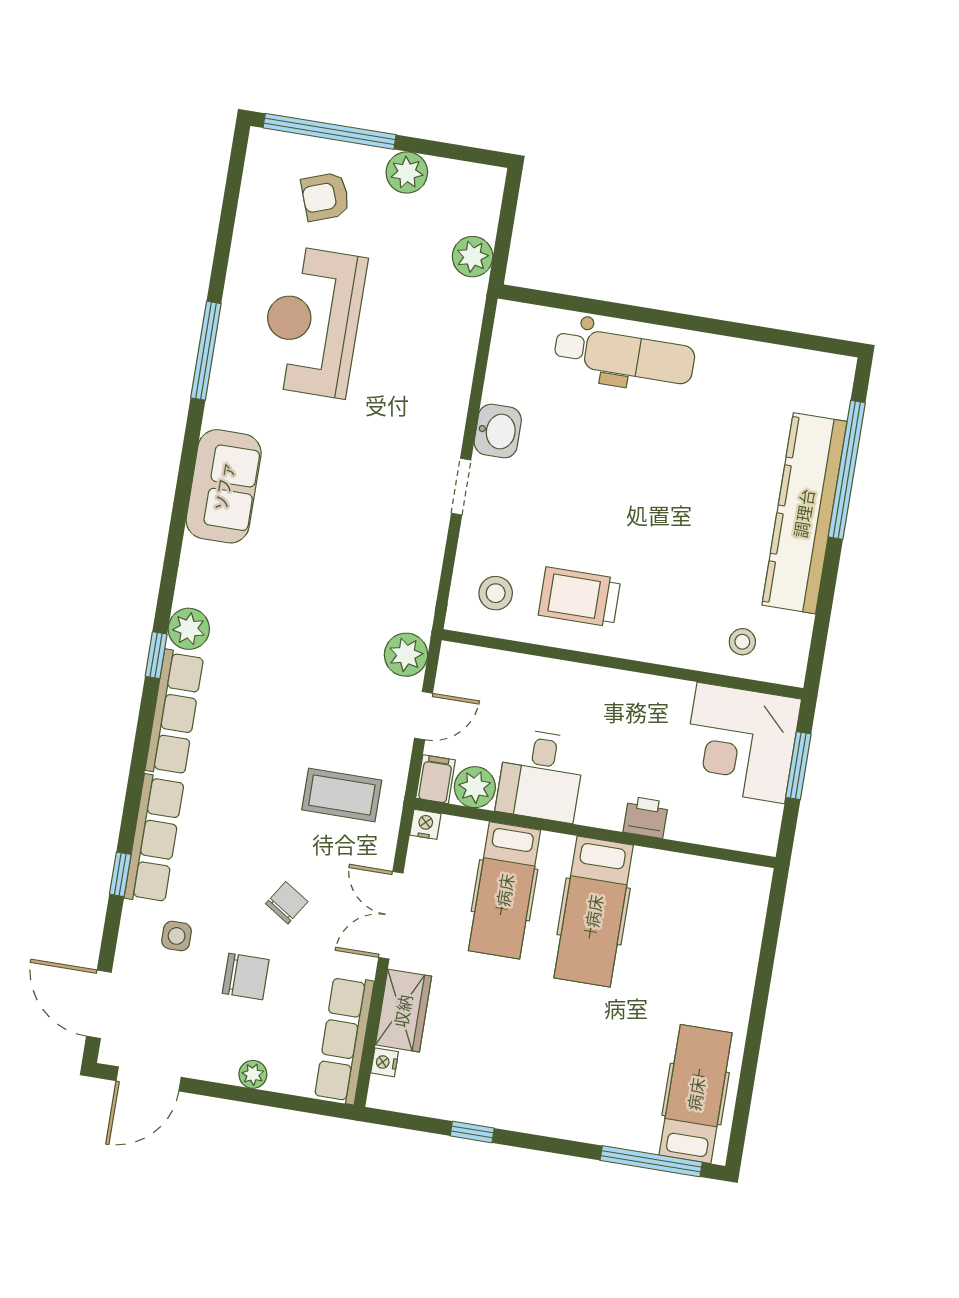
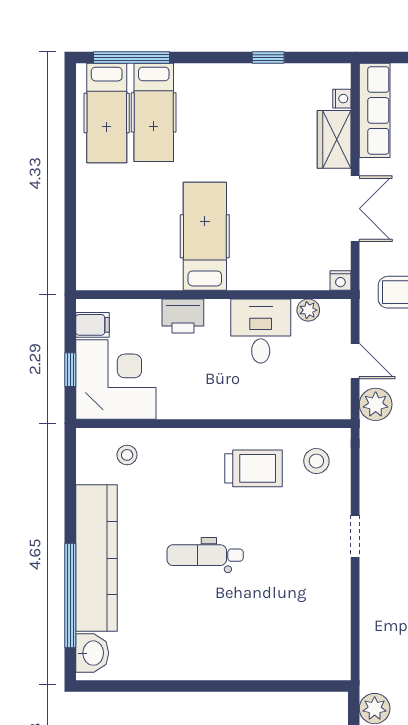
dental chair: (624, 355) -> (205, 555), moved, width x0.73, depth x0.72
washbasin: (498, 431) -> (92, 653), moved, turned 180
door: (424, 716) -> (355, 361), swing flipped
window: (798, 766) -> (70, 370), width x0.67
filing cabinet: (436, 779) -> (93, 325), moved, turned -90
plant: (475, 787) -> (308, 310), width x0.73, depth x0.73
printer: (646, 817) -> (183, 316), width x1.36, depth x1.24
hospital bed: (505, 890) -> (154, 112), moved, turned 180

